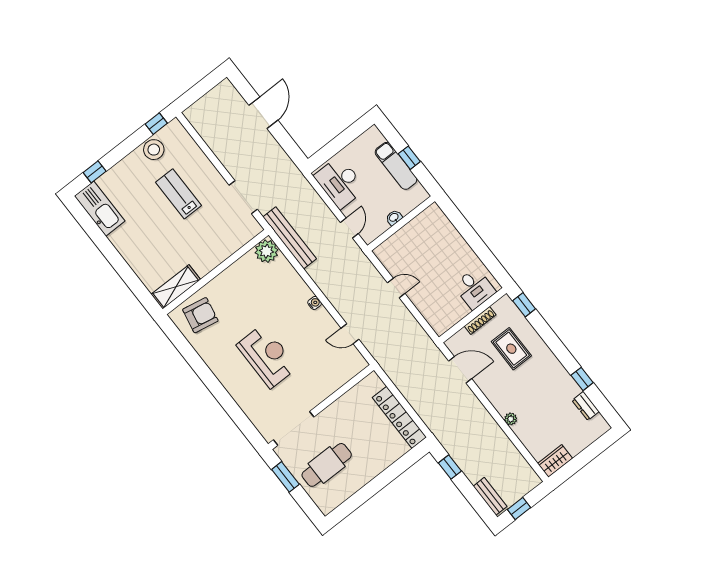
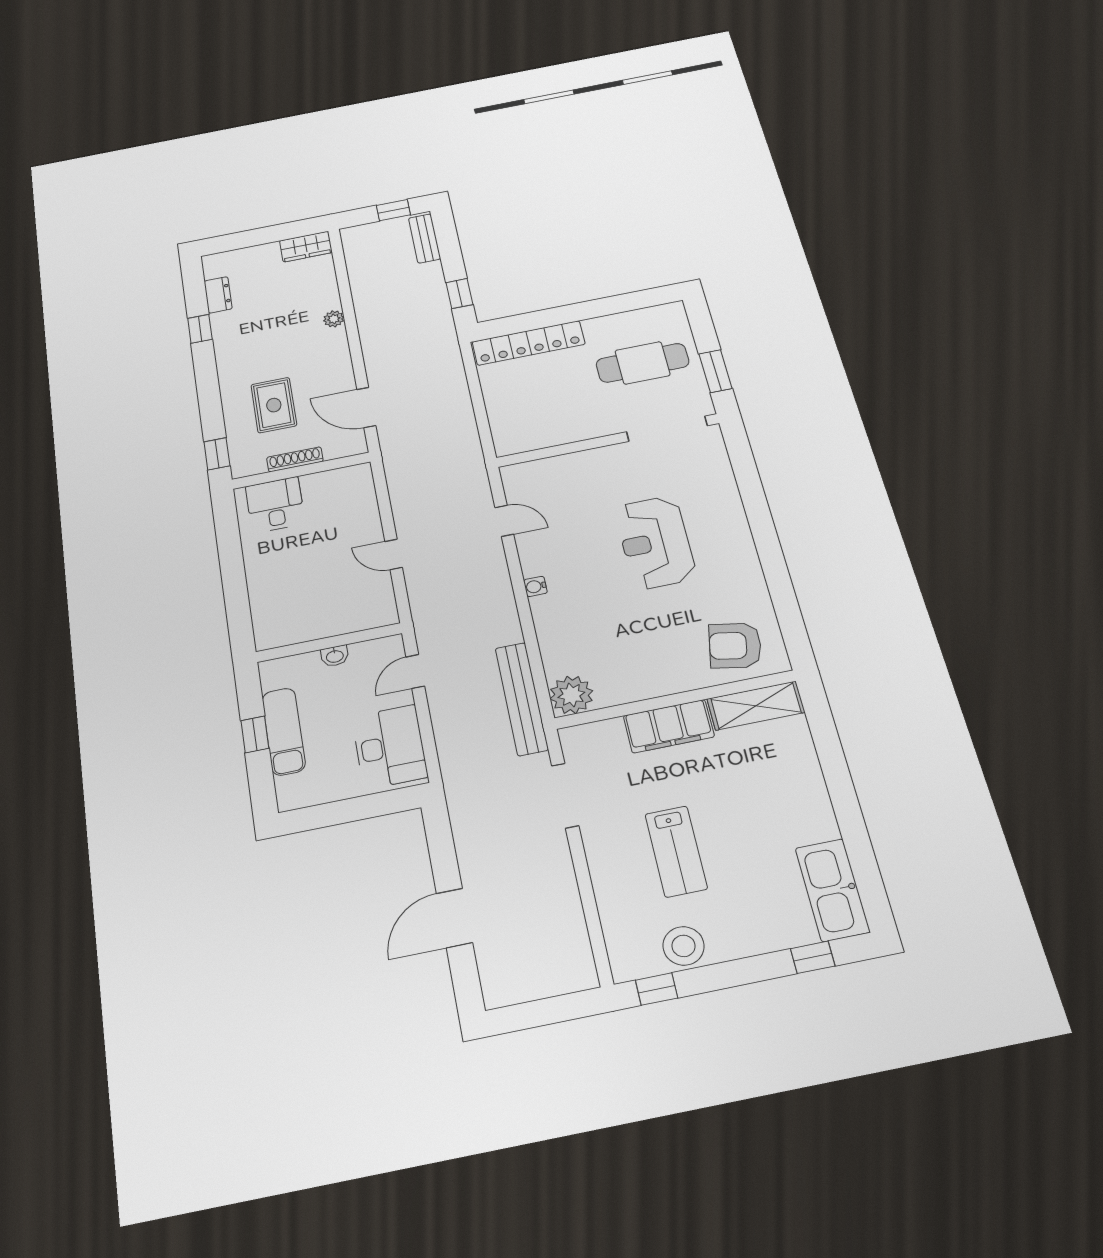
filing cabinet: (212, 256) -> (669, 726), added
locker: (399, 417) -> (529, 343), moved, turned 90

